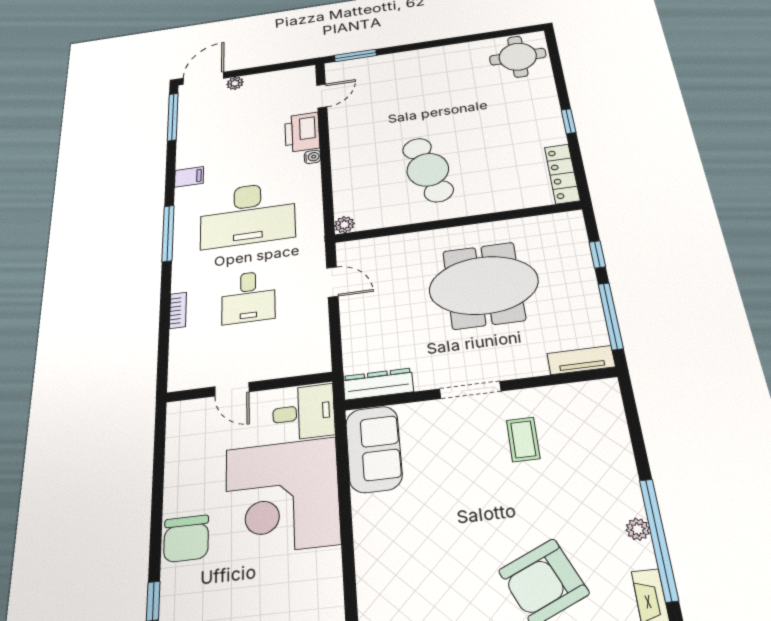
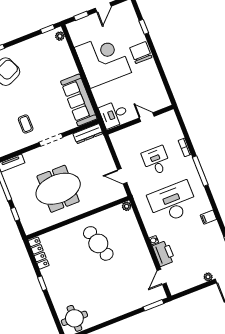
window: (168, 233) -> (200, 171), moved
sofa: (374, 449) -> (79, 100), width x1.36
corner desk: (282, 496) -> (103, 60), moved

